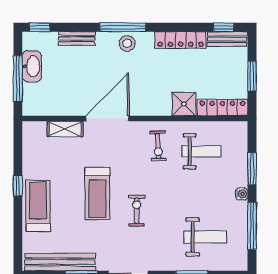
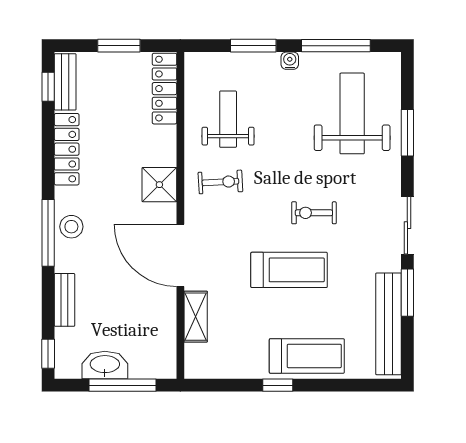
shower: (184, 104) -> (159, 185), moved
treadmill: (38, 206) -> (307, 356), turned 180
weight bench: (205, 237) -> (352, 113), width x1.36, depth x1.33

